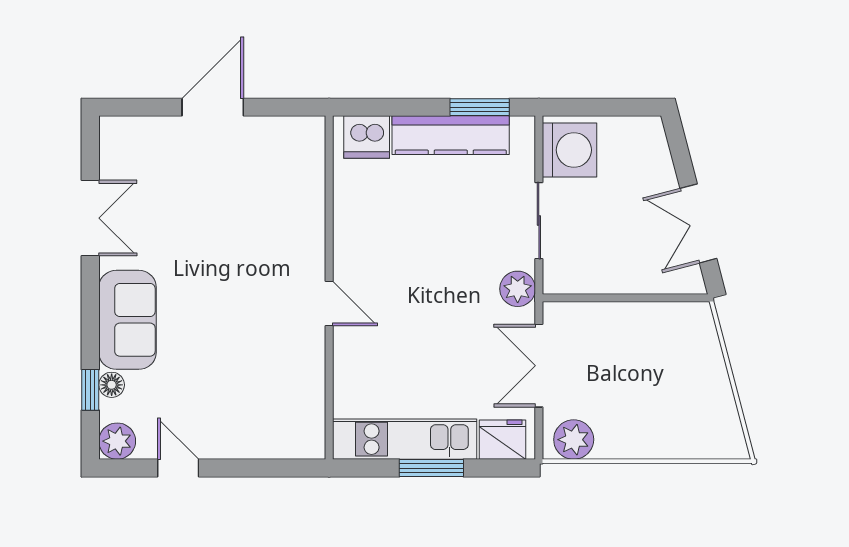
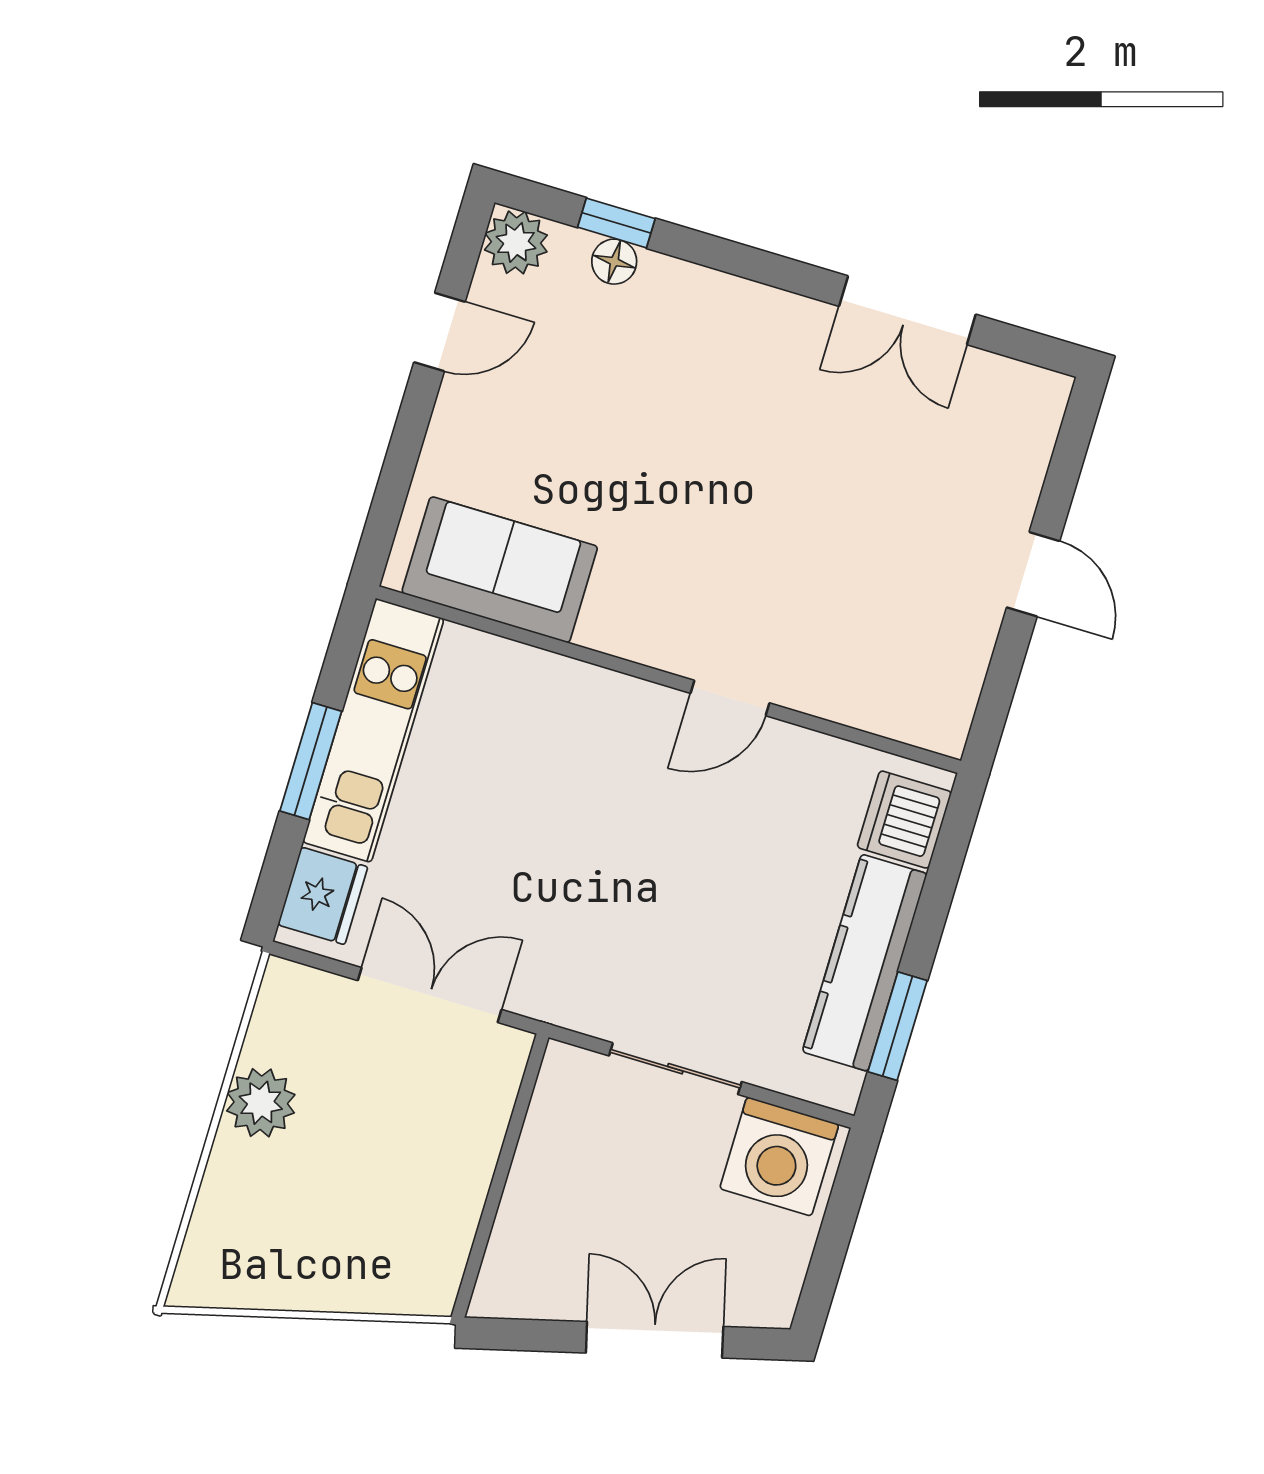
door: (213, 107) -> (1033, 574), width x0.73
double door: (698, 223) -> (655, 1340), moved
plant: (518, 289) -> (570, 998), removed
door: (329, 304) -> (730, 698), moved
sofa: (128, 320) -> (500, 570), moved, turned 180
plant: (574, 440) -> (261, 1103), moved

